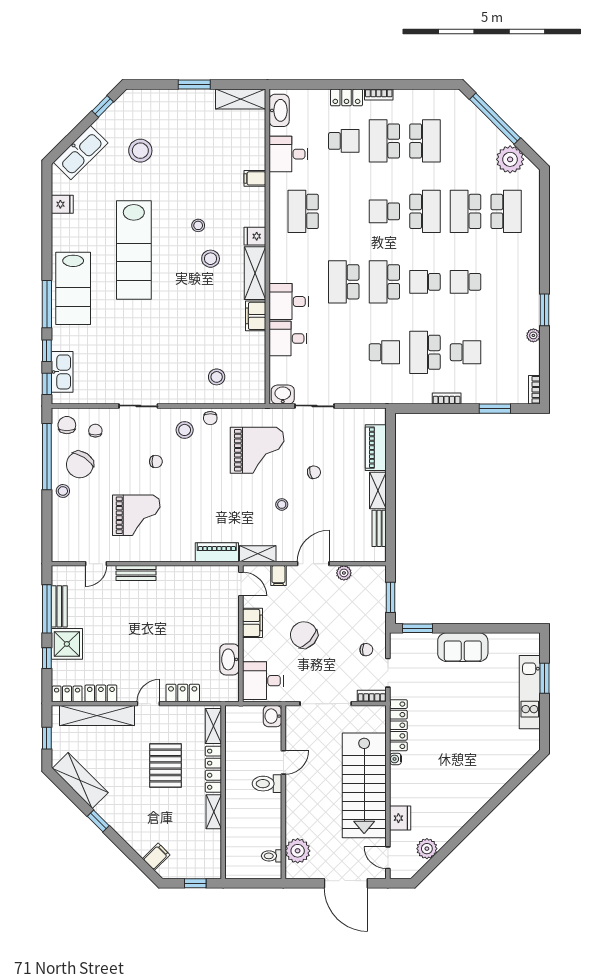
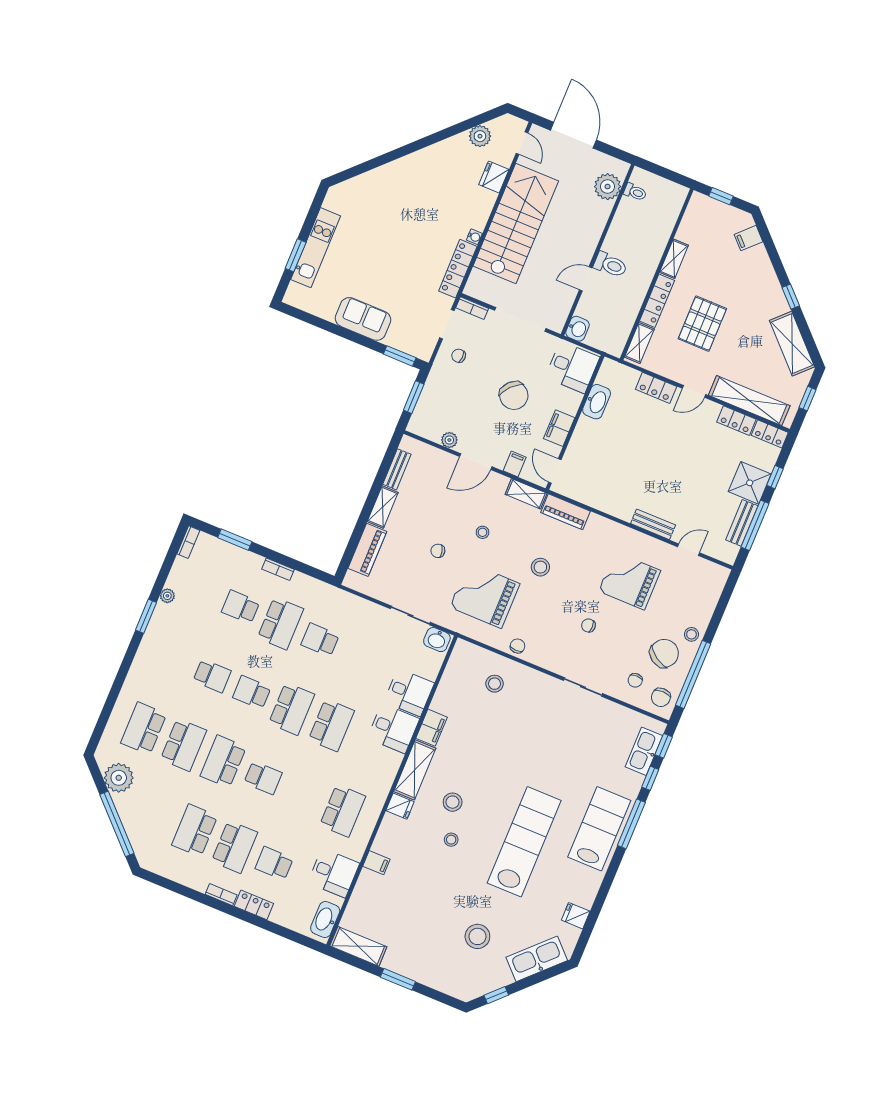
school desk: (425, 282) -> (252, 692), turned 180
stool: (185, 430) -> (540, 567), moved

